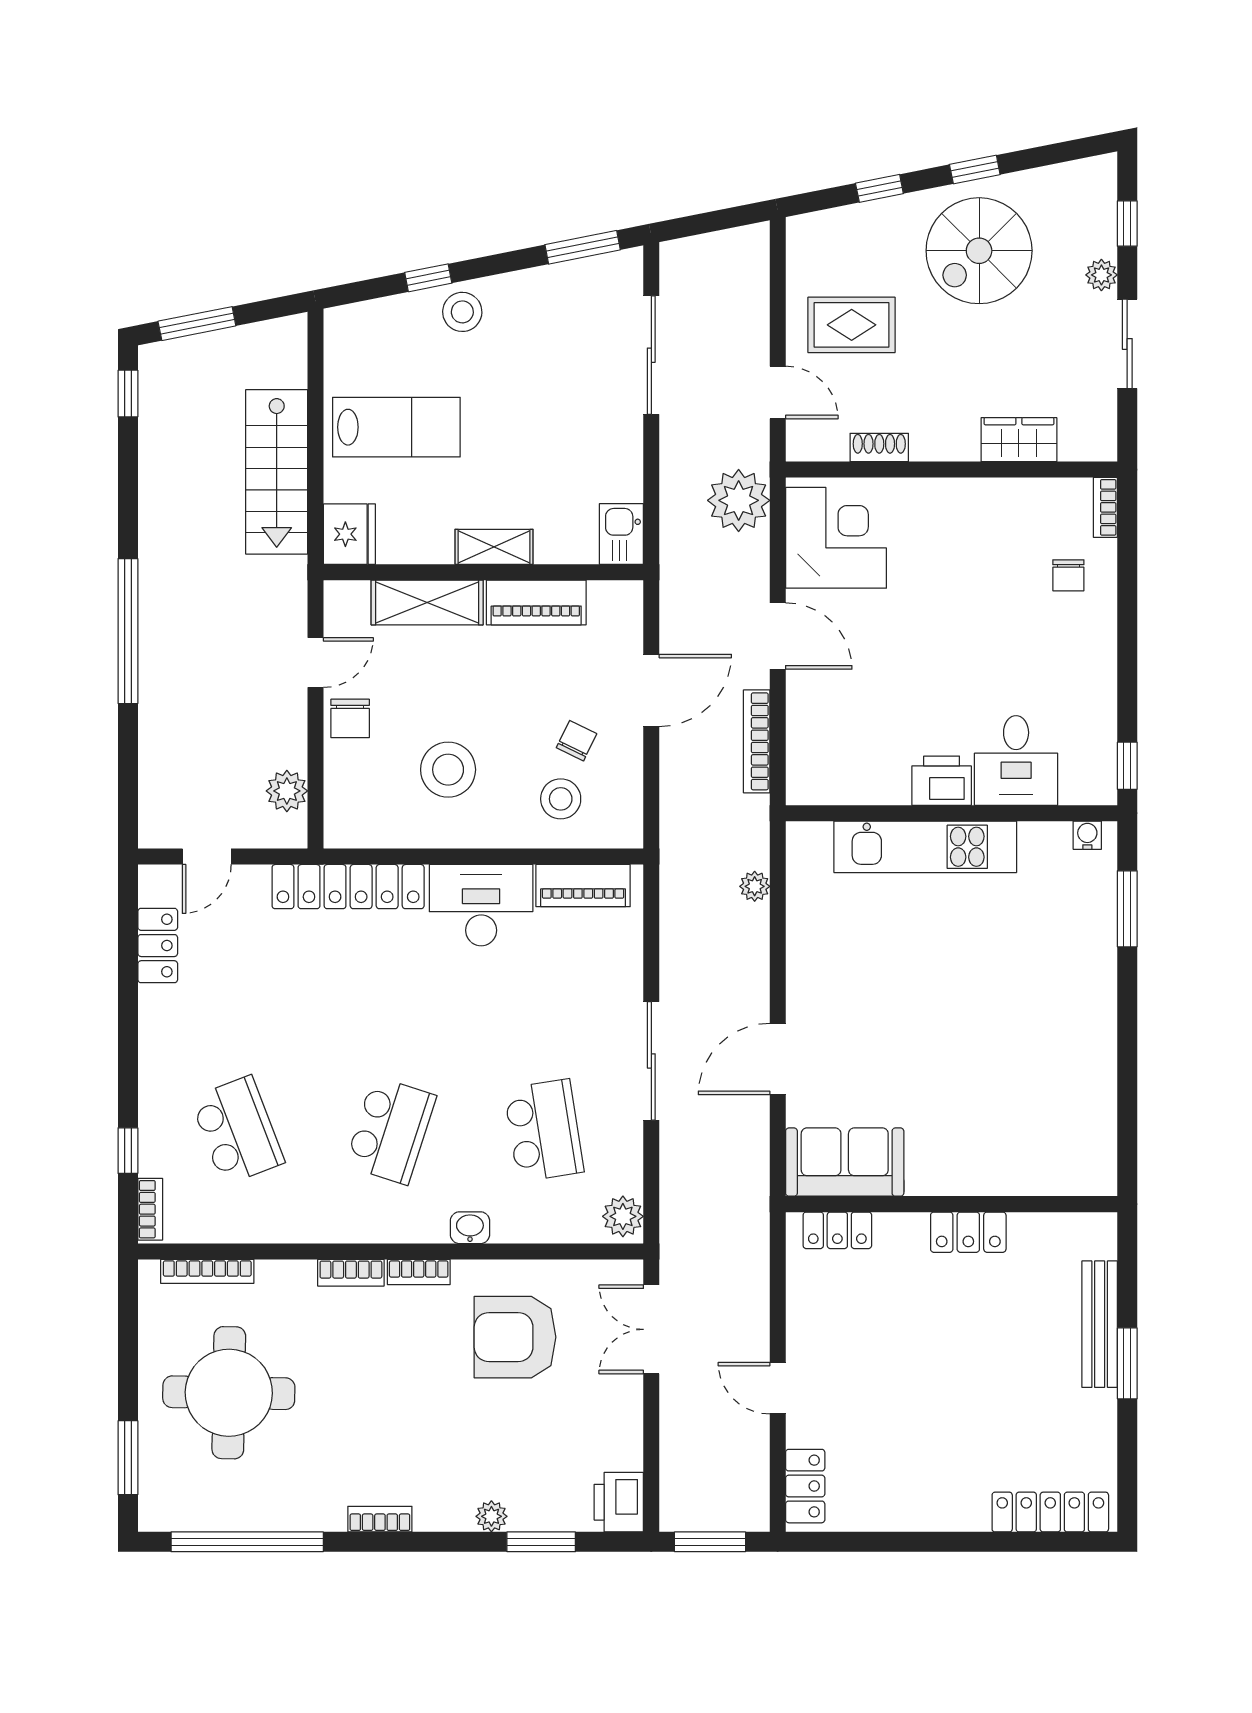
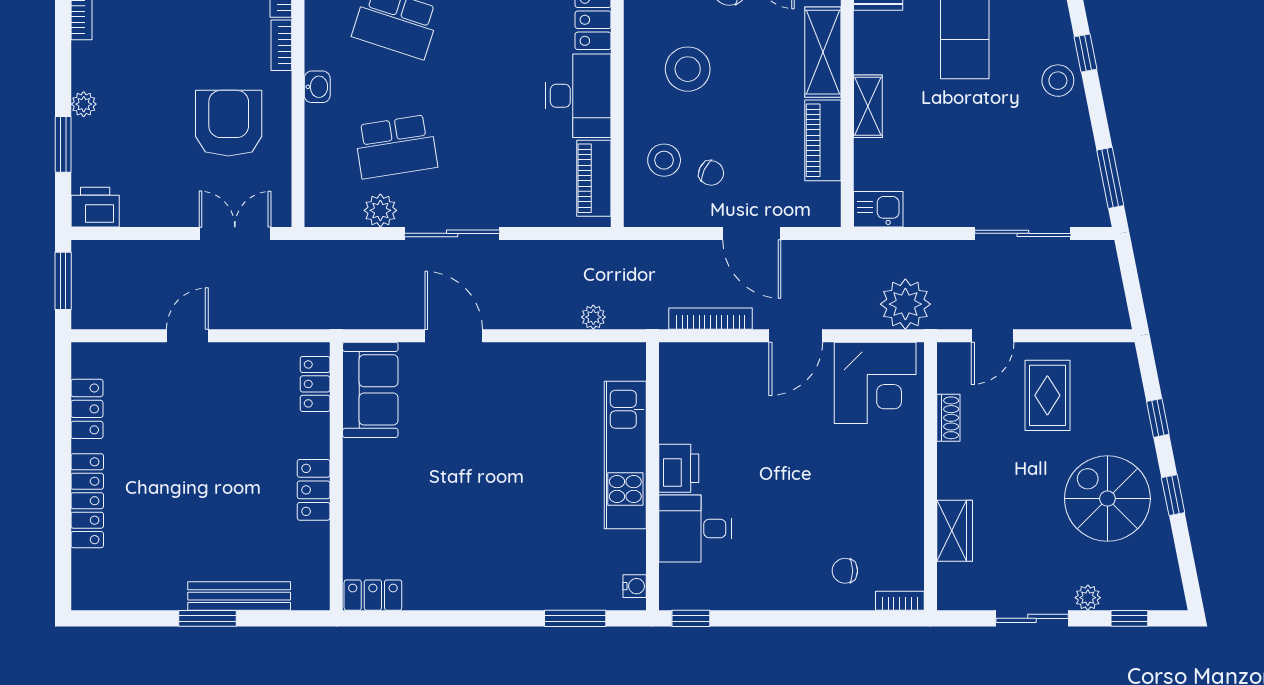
locker: (1098, 1159) -> (373, 595), added
plant: (623, 1216) -> (380, 210), moved
locker: (805, 1486) -> (87, 409), moved, turned -90
locker: (1050, 1512) -> (87, 501), moved

